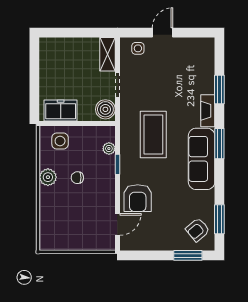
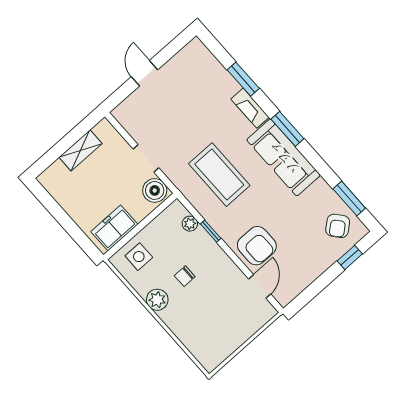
side table: (138, 48) -> (135, 108), removed
shelving: (107, 54) -> (80, 150), moved, turned 90
window: (188, 255) -> (350, 257), width x0.67

